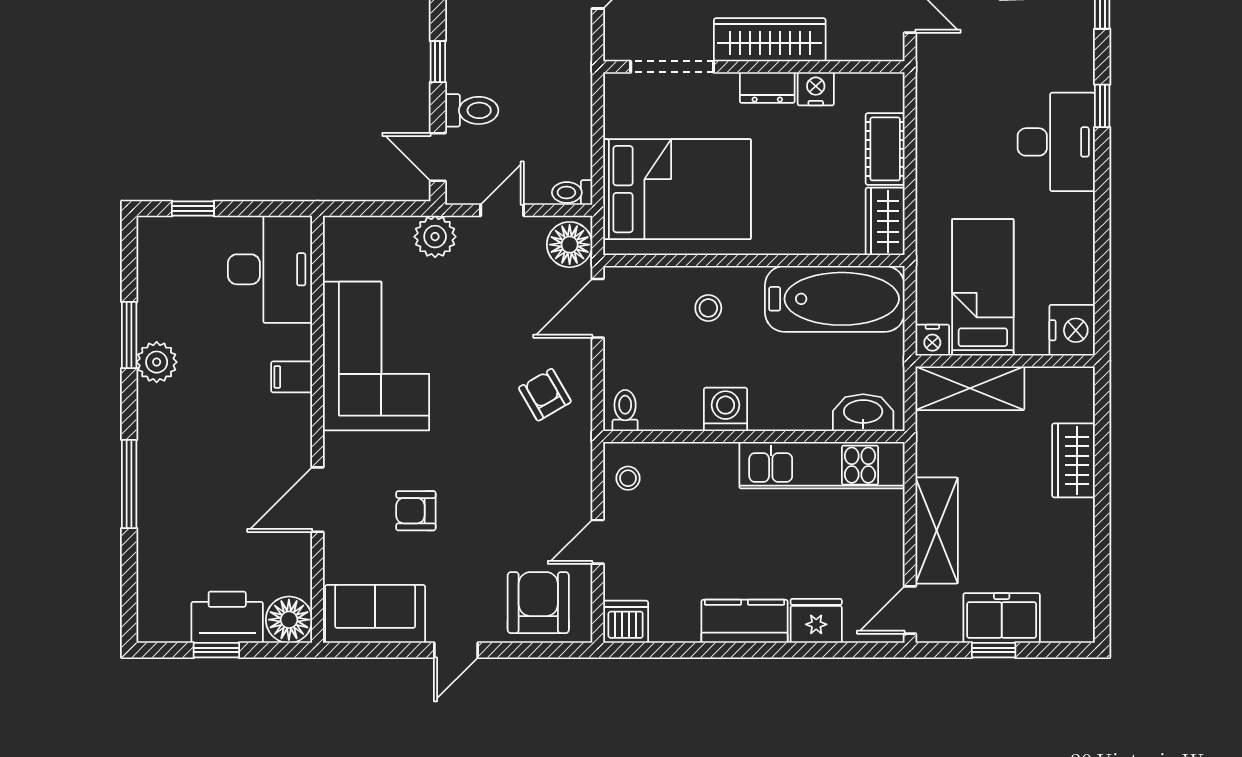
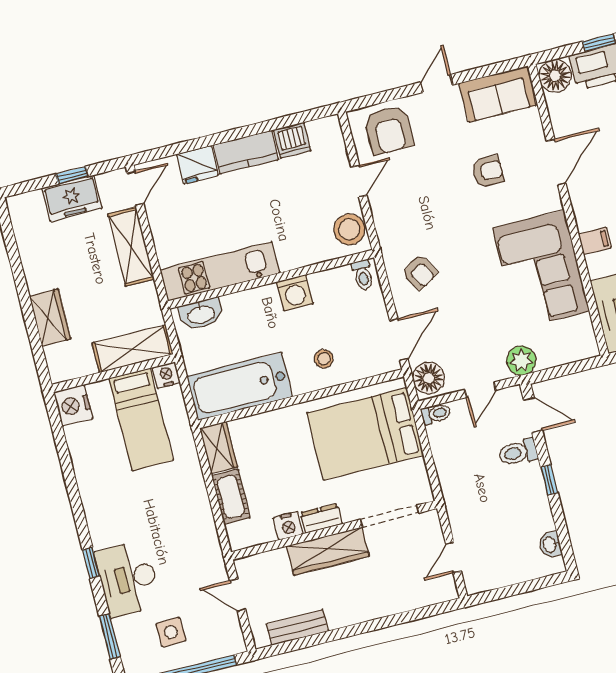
desk: (1056, 142) -> (128, 579), moved
stool: (628, 478) -> (349, 230), width x1.89, depth x1.89
dishwasher: (626, 622) -> (292, 140), moved

